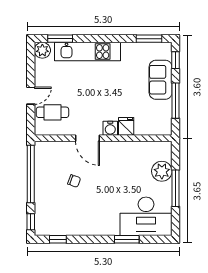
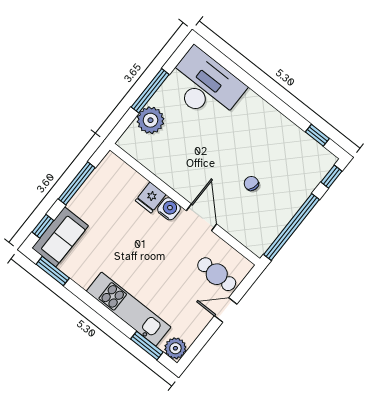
sofa: (161, 80) -> (60, 237), moved
window: (127, 239) -> (245, 78), removed

